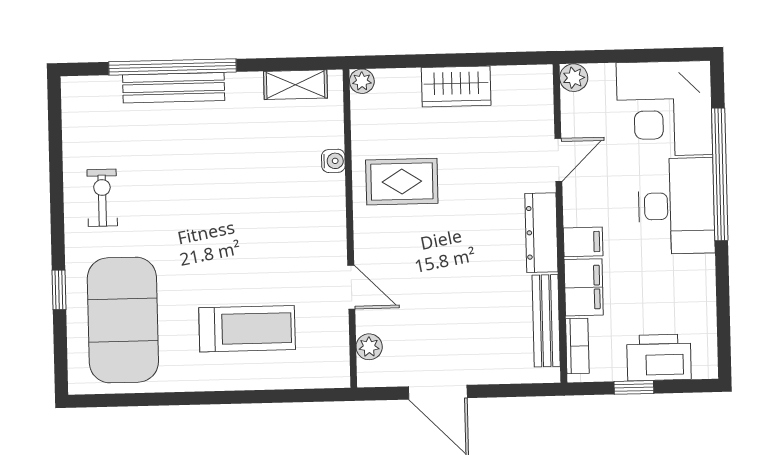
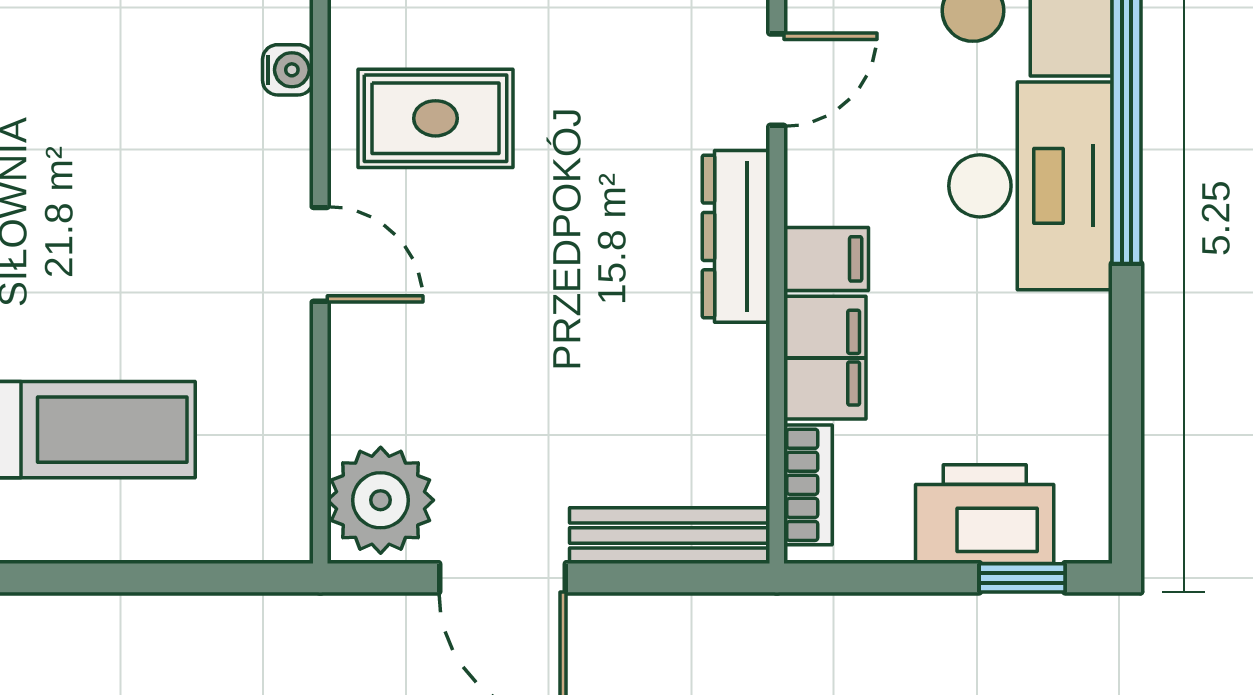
door: (351, 287) -> (320, 254), moved
bench: (546, 321) -> (670, 536), moved, turned 90
plant: (369, 347) -> (381, 500), width x1.88, depth x1.88
window: (634, 387) -> (1022, 578), moved

